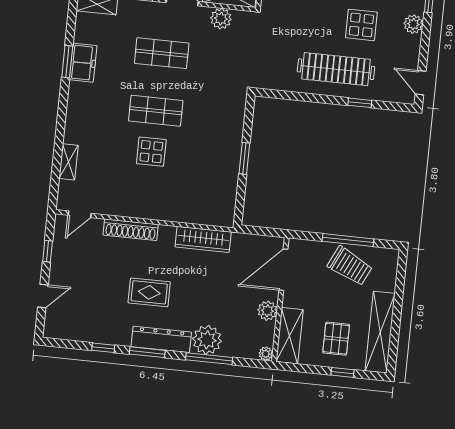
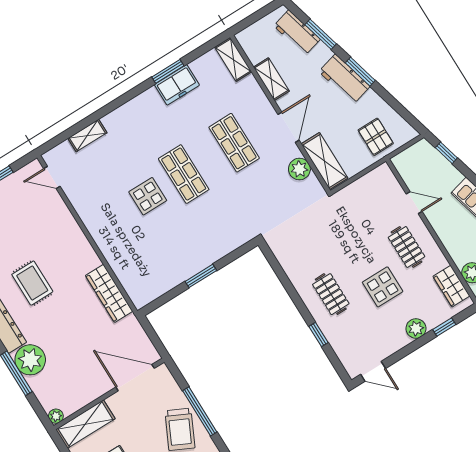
clothes rail: (336, 69) -> (331, 294), width x0.54, depth x0.76
door: (421, 83) -> (373, 371), swing flipped
shoe rack: (131, 230) -> (71, 229), removed
plant: (267, 311) -> (92, 390), removed

